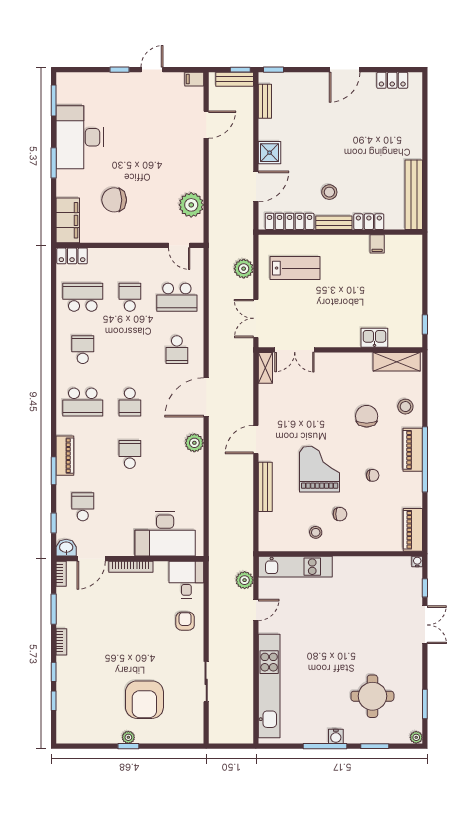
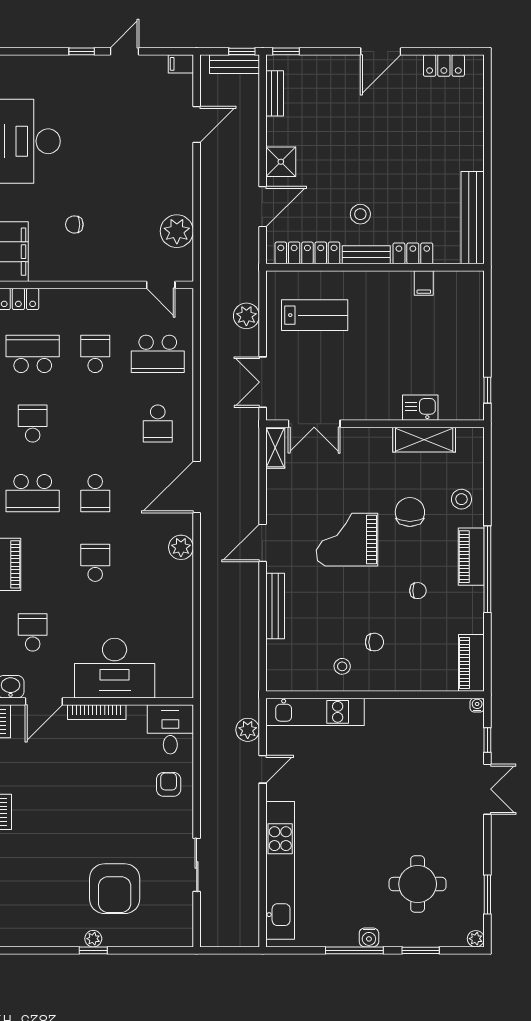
chair: (114, 200) -> (74, 224), width x0.54, depth x0.54
shelving: (397, 362) -> (424, 440), moved
grand piano: (320, 469) -> (347, 540), moved, turned -90
desk: (165, 534) -> (115, 668), moved

